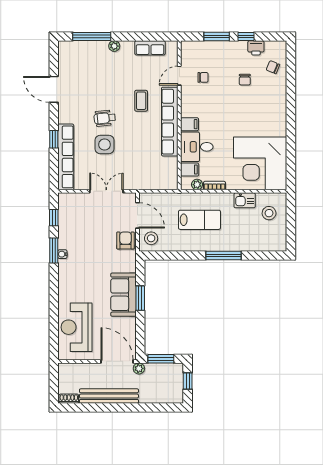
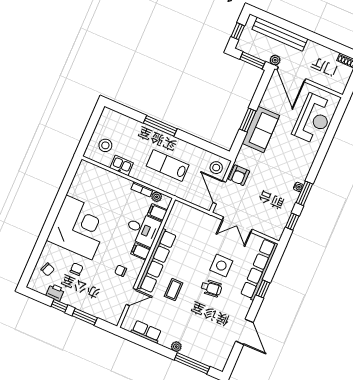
chair: (203, 77) -> (121, 271), moved
corner desk: (260, 163) -> (79, 227), moved
bench: (109, 396) -> (280, 34), moved

